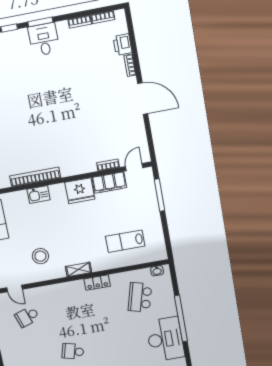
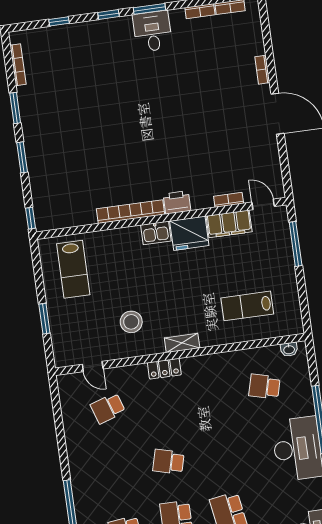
printer: (122, 45) -> (177, 202), moved, turned 90
door: (134, 167) -> (263, 204), hinge flipped
kitchen sink: (39, 195) -> (156, 233), moved
locker: (97, 283) -> (164, 369), moved
school desk: (140, 297) -> (264, 386), width x0.54

